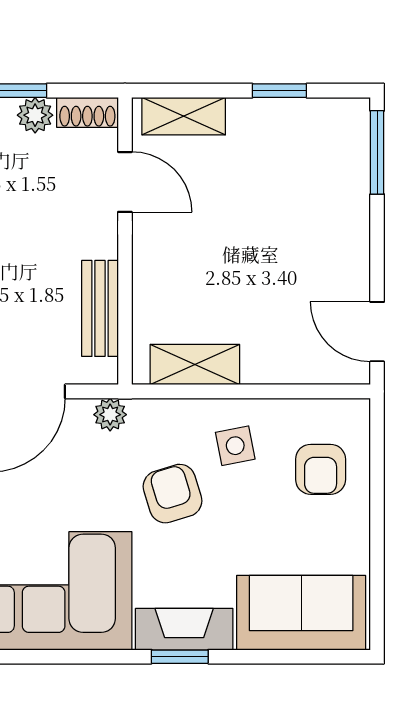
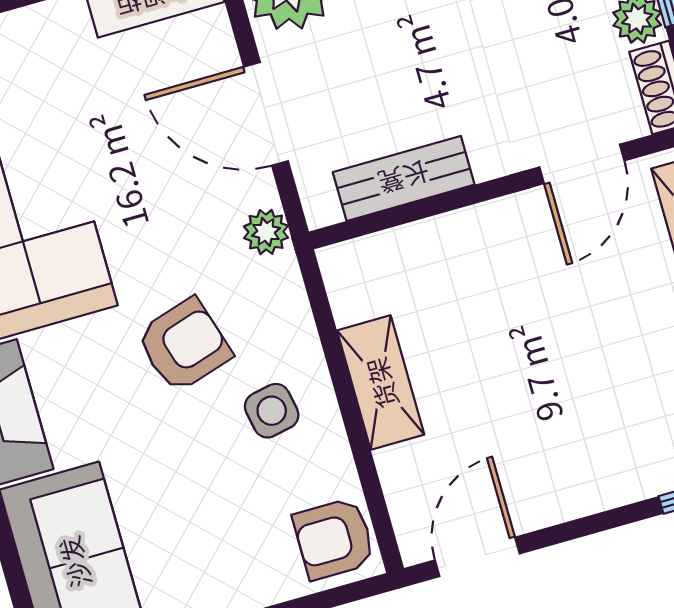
shelving: (195, 365) -> (381, 383), moved
armchair: (321, 469) -> (334, 539), moved

